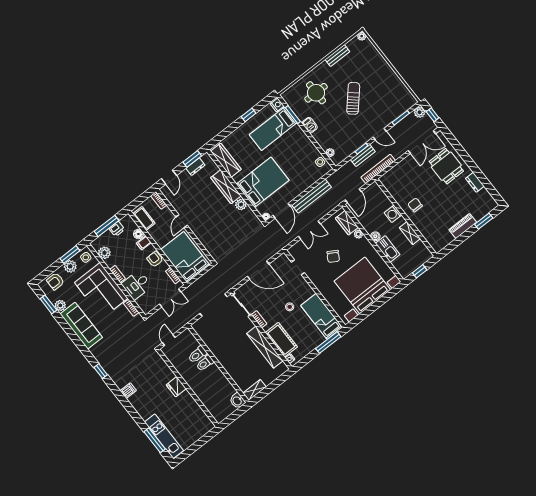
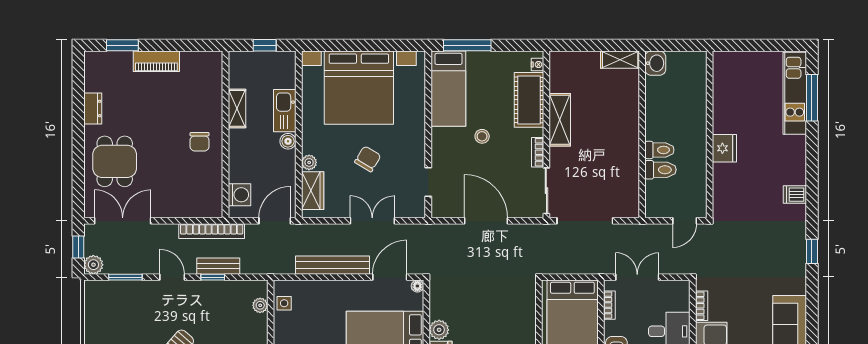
washing machine: (393, 214) -> (239, 195), moved
shelving: (265, 347) -> (560, 120), width x0.68

